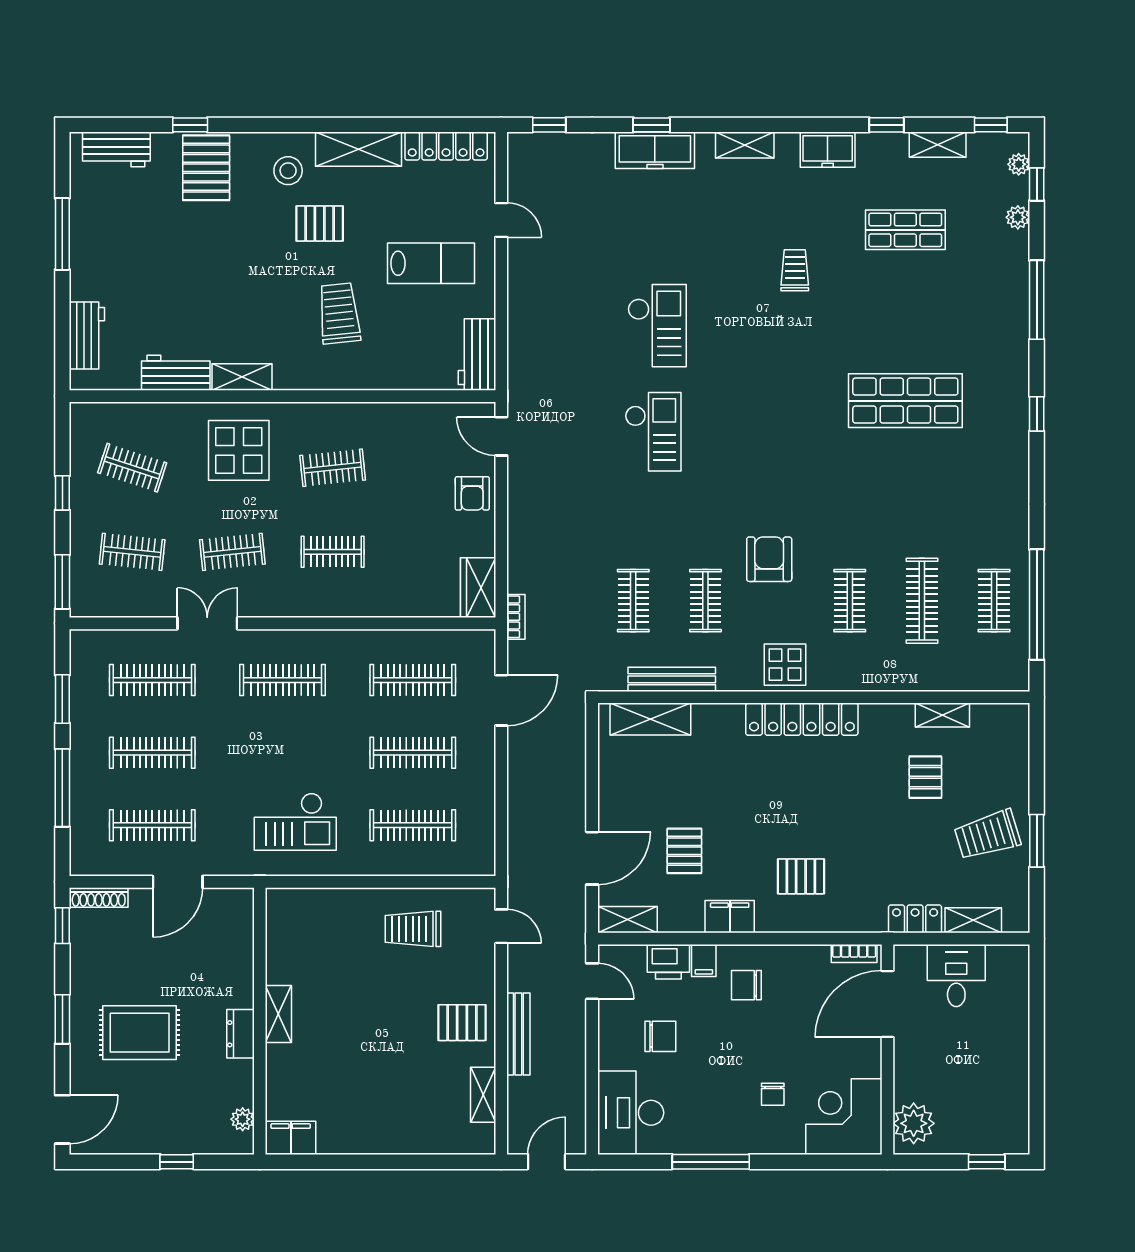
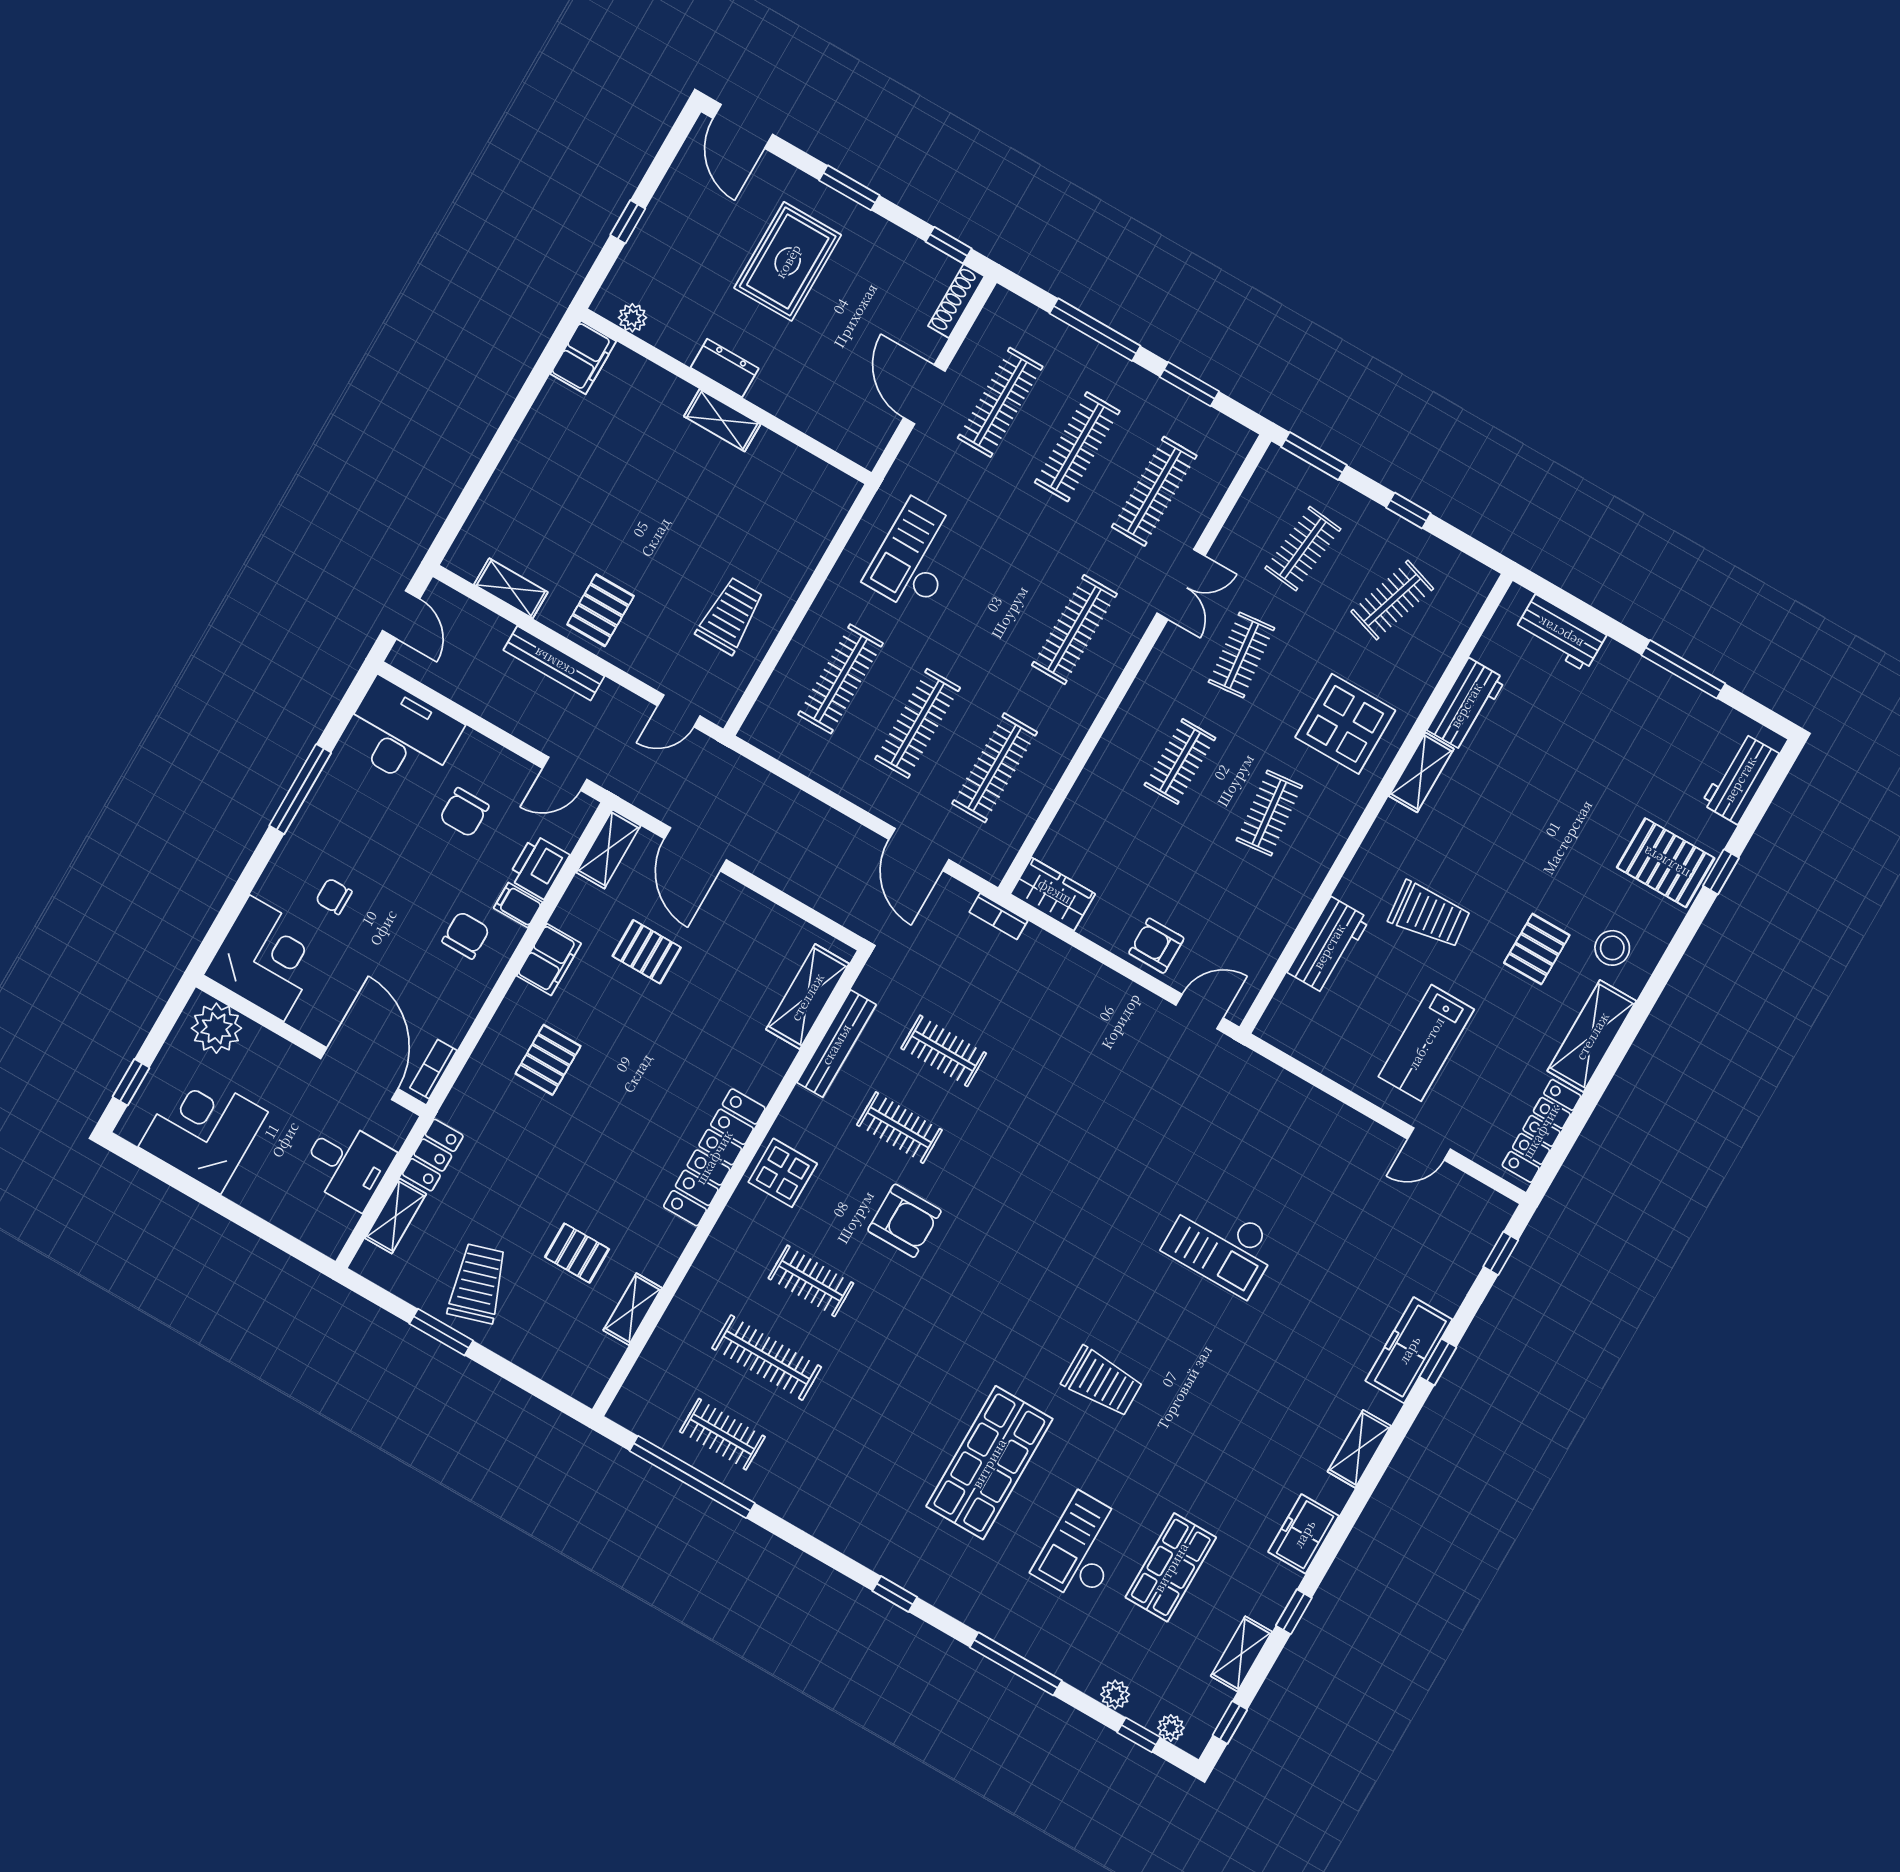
trolley: (795, 270) -> (1102, 1382), moved, width x1.36, depth x1.39
workbench: (477, 355) -> (1329, 946), moved, turned 90
checkout: (653, 432) -> (1083, 1548), moved, turned 90
corner desk: (991, 1092) -> (203, 1129), added

